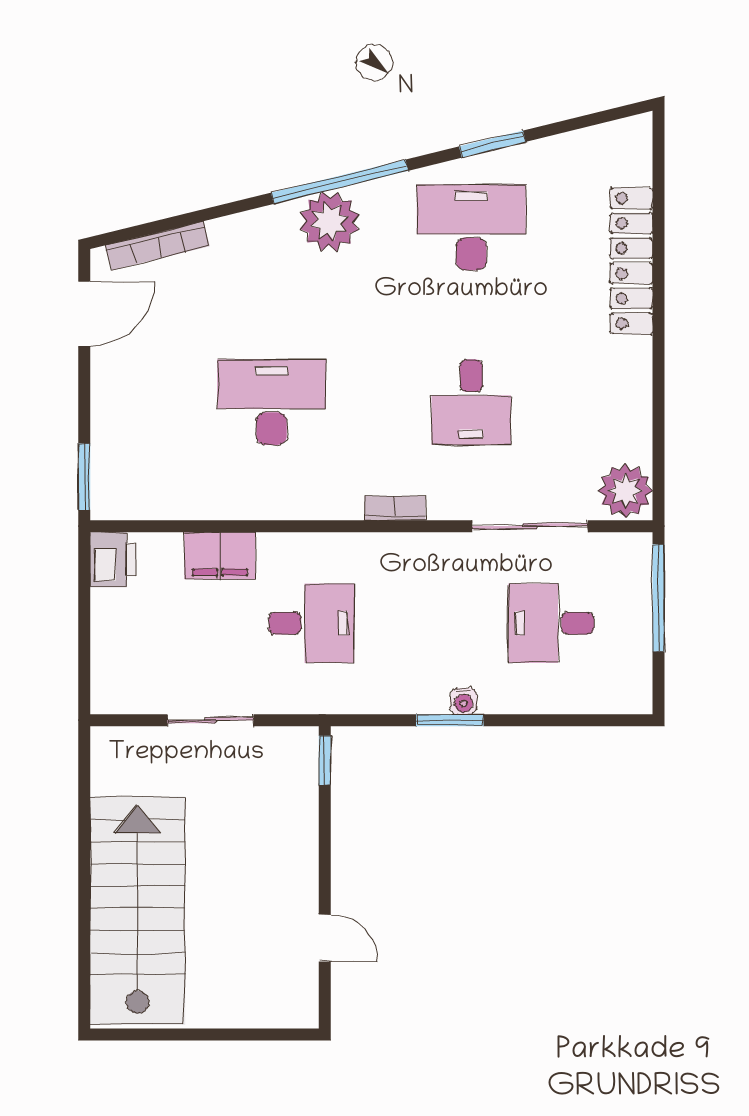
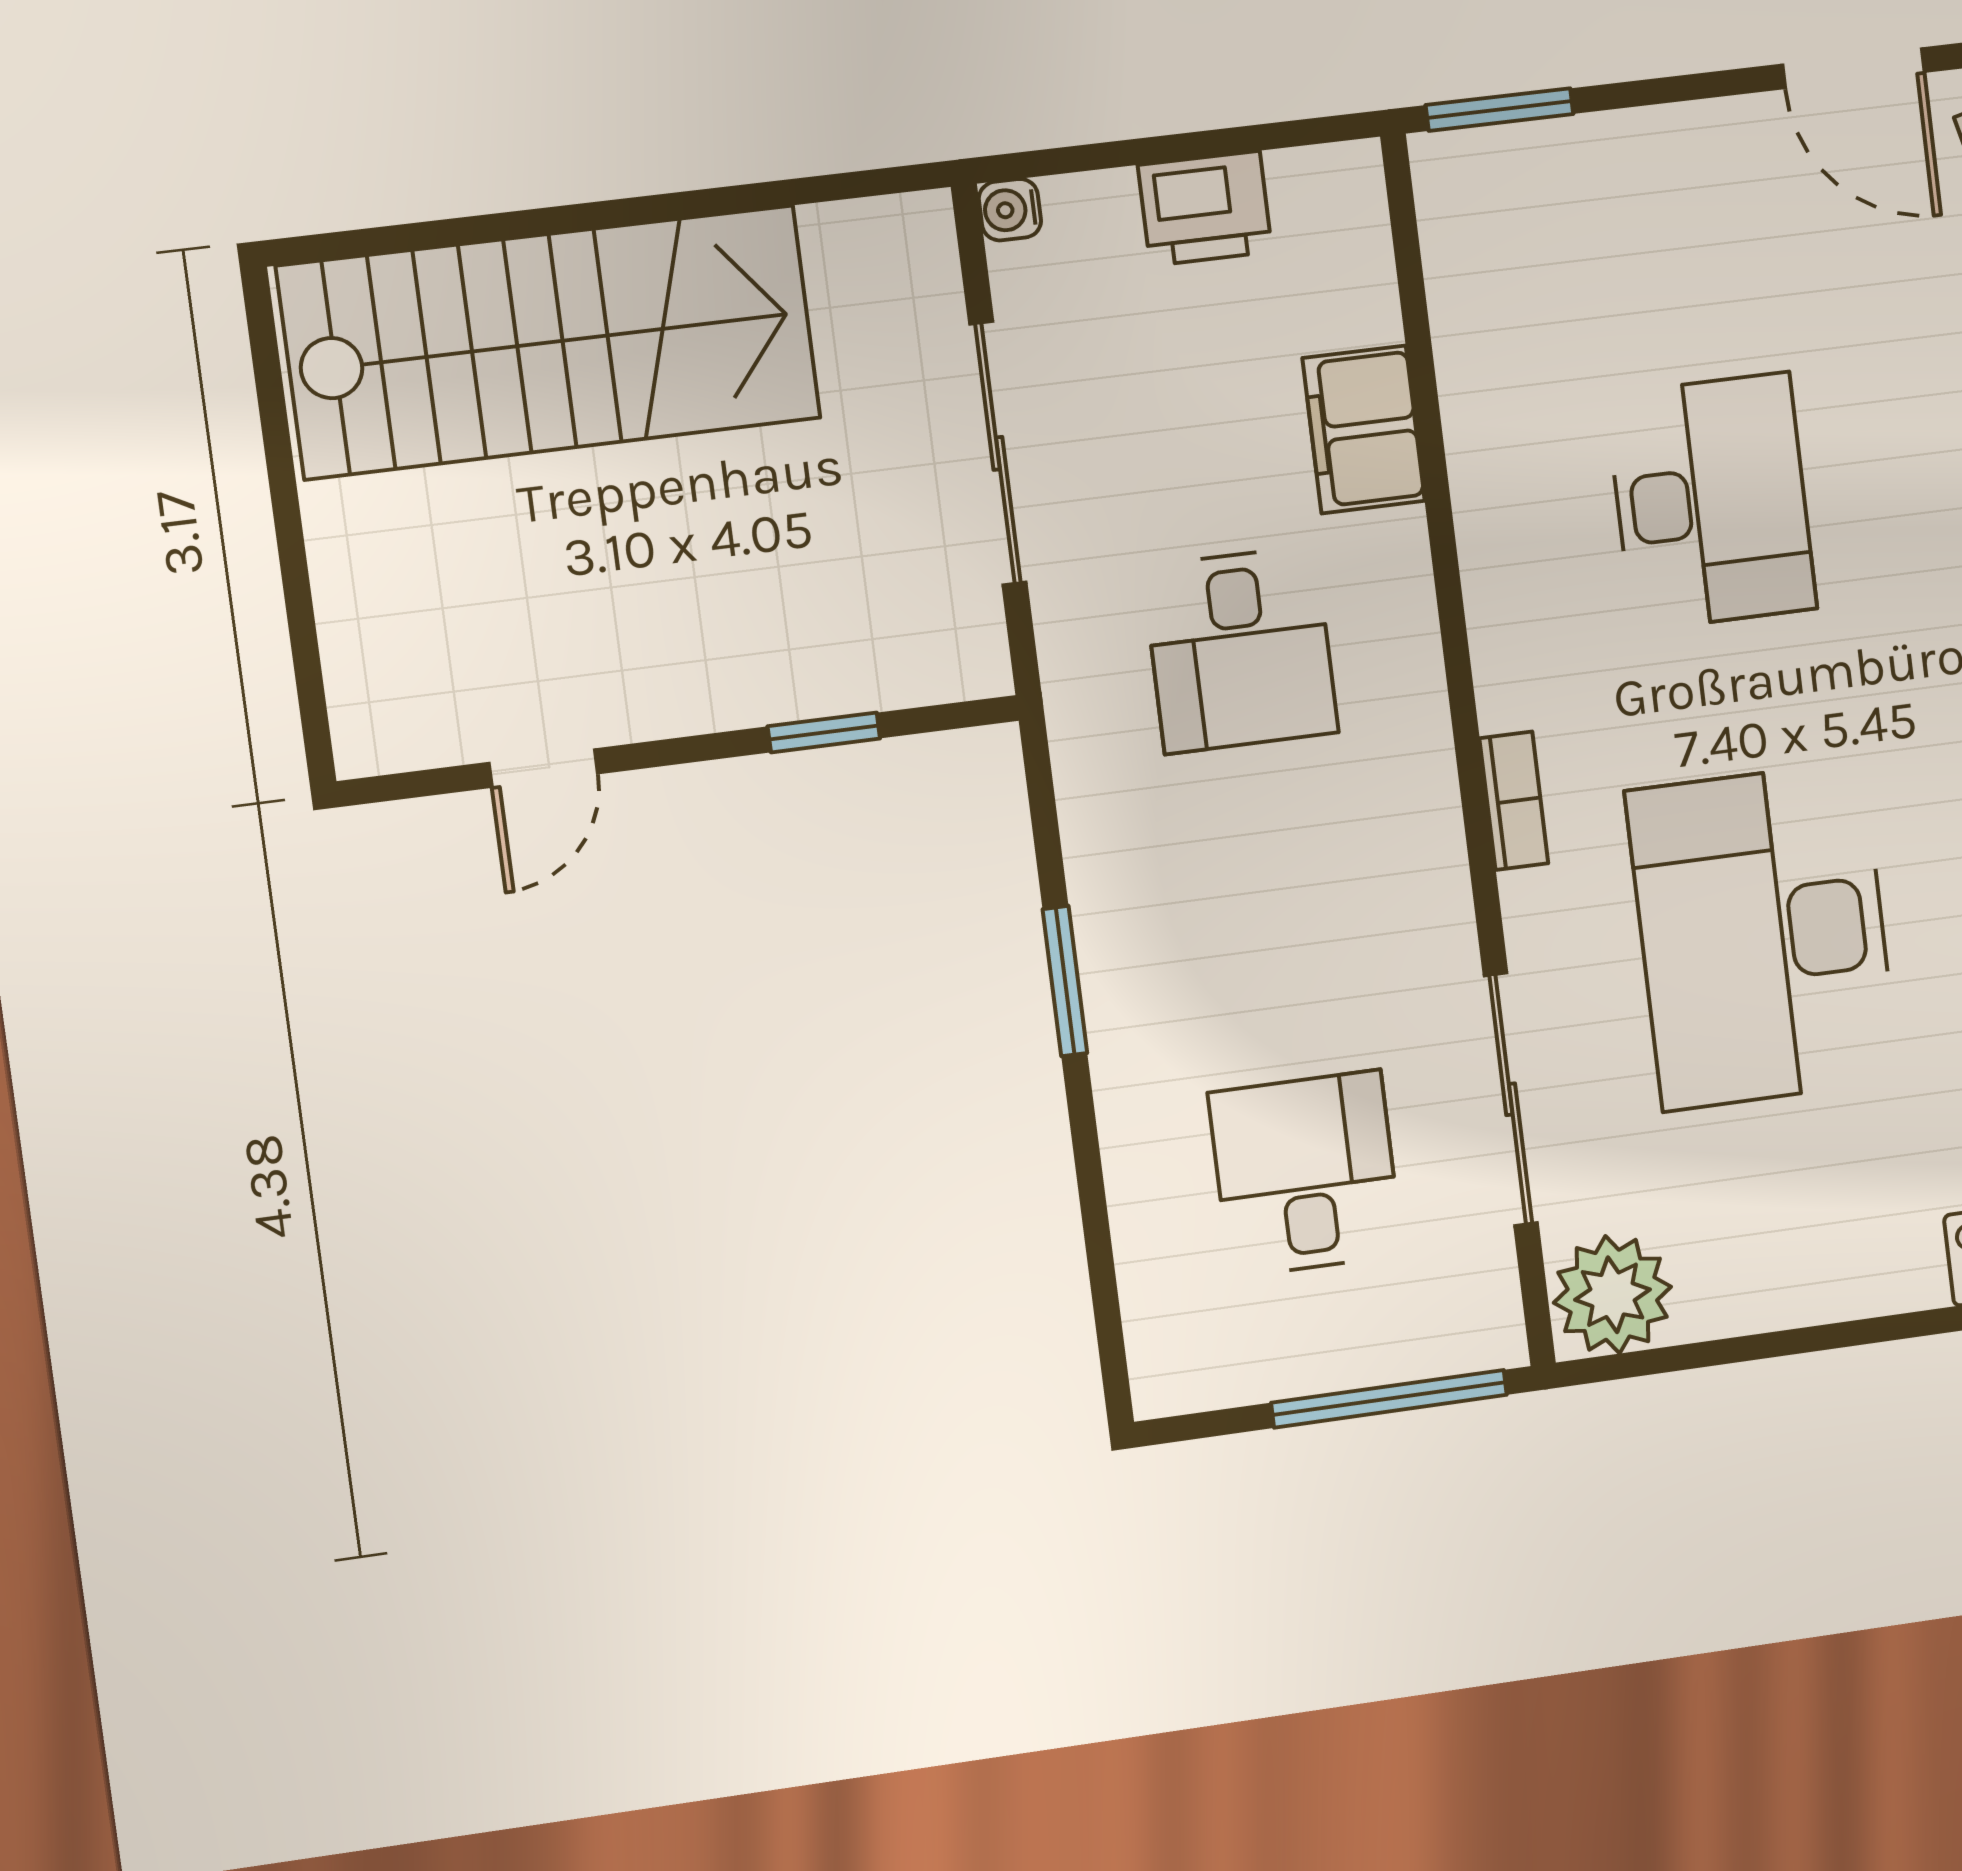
desk: (471, 402) -> (1763, 936), width x1.87, depth x1.30
printer: (113, 560) -> (1205, 208), moved
water cooler: (464, 701) -> (1010, 210), moved
sliding door: (211, 720) -> (998, 453), width x1.37
window: (325, 760) -> (824, 732), moved

